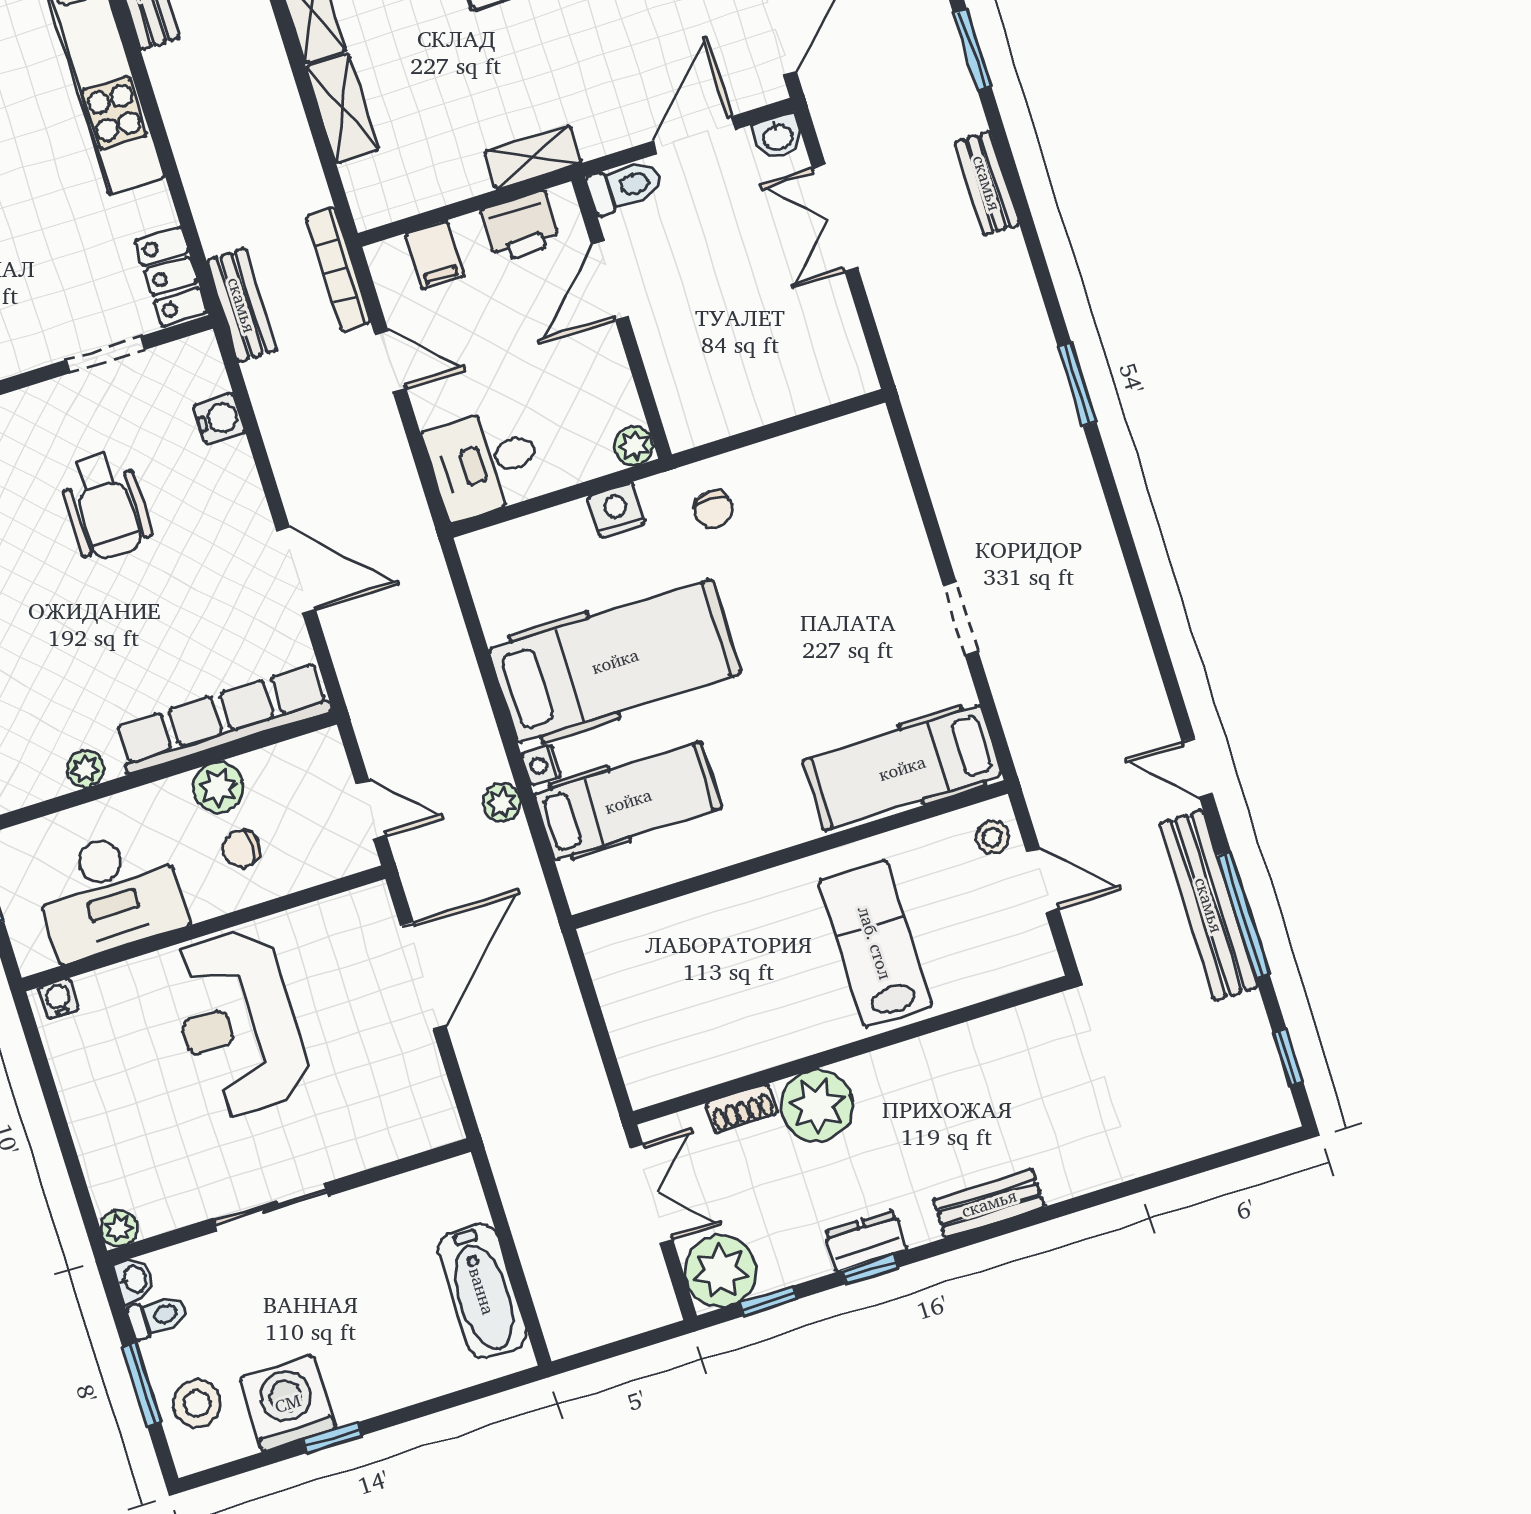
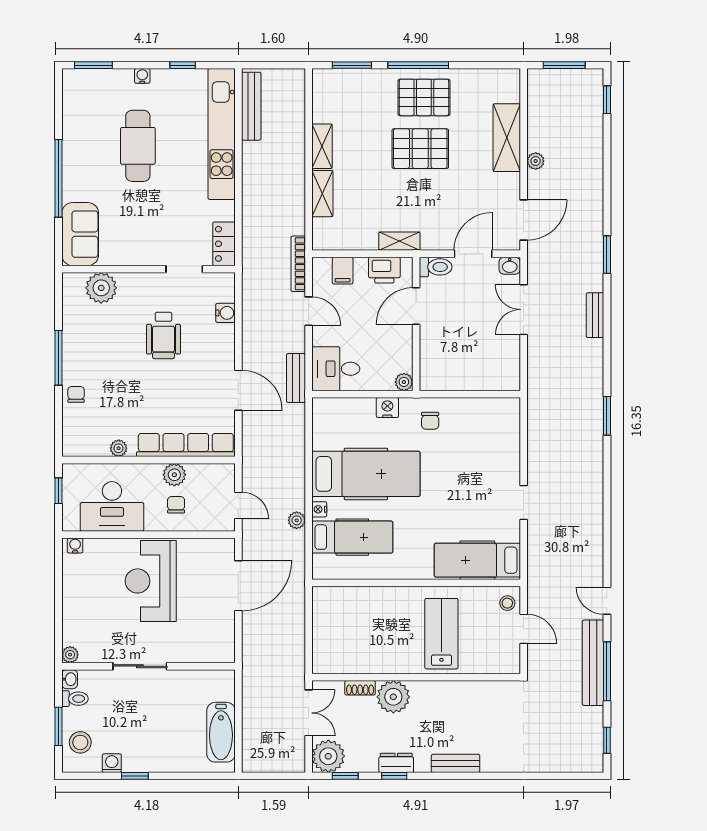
bench: (242, 305) -> (296, 378), moved
chair: (241, 849) -> (176, 505), turned 90
washing machine: (288, 1403) -> (112, 763), width x0.53, depth x0.53

